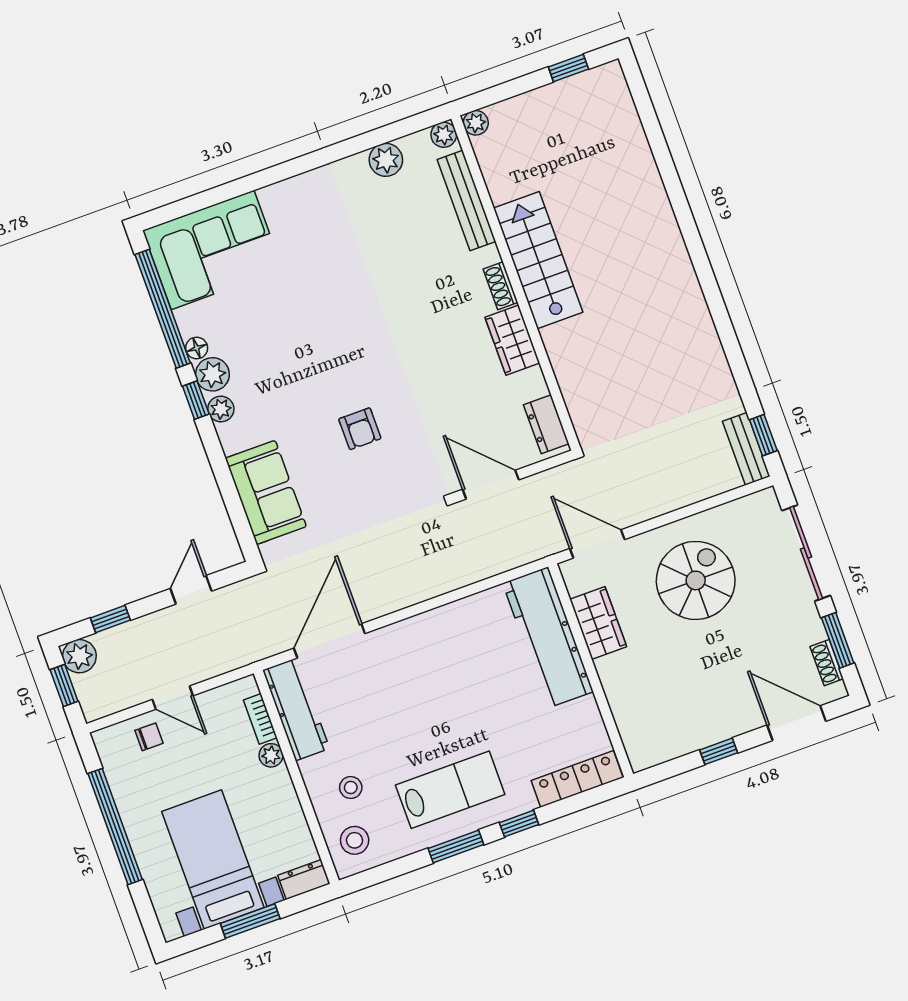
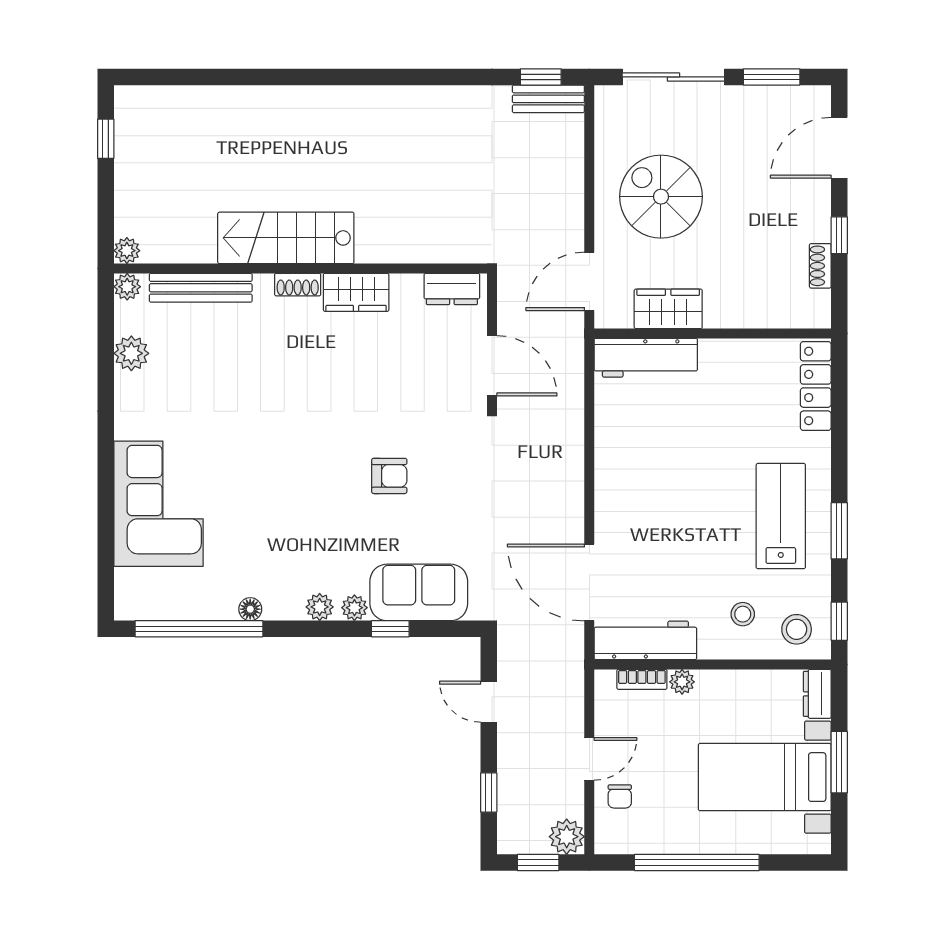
corner sofa: (213, 250) -> (158, 504), moved
plant: (212, 374) -> (354, 608), moved, width x0.73, depth x0.73
window: (196, 400) -> (390, 629), moved
door: (491, 485) -> (492, 366), swing flipped
workbench: (548, 637) -> (646, 358), width x0.73, depth x0.76
plant: (79, 656) -> (567, 837), moved
shoe rack: (827, 663) -> (820, 266), moved, turned 90
chair: (149, 737) -> (620, 796), turned 180
window: (519, 824) -> (839, 621), moved

